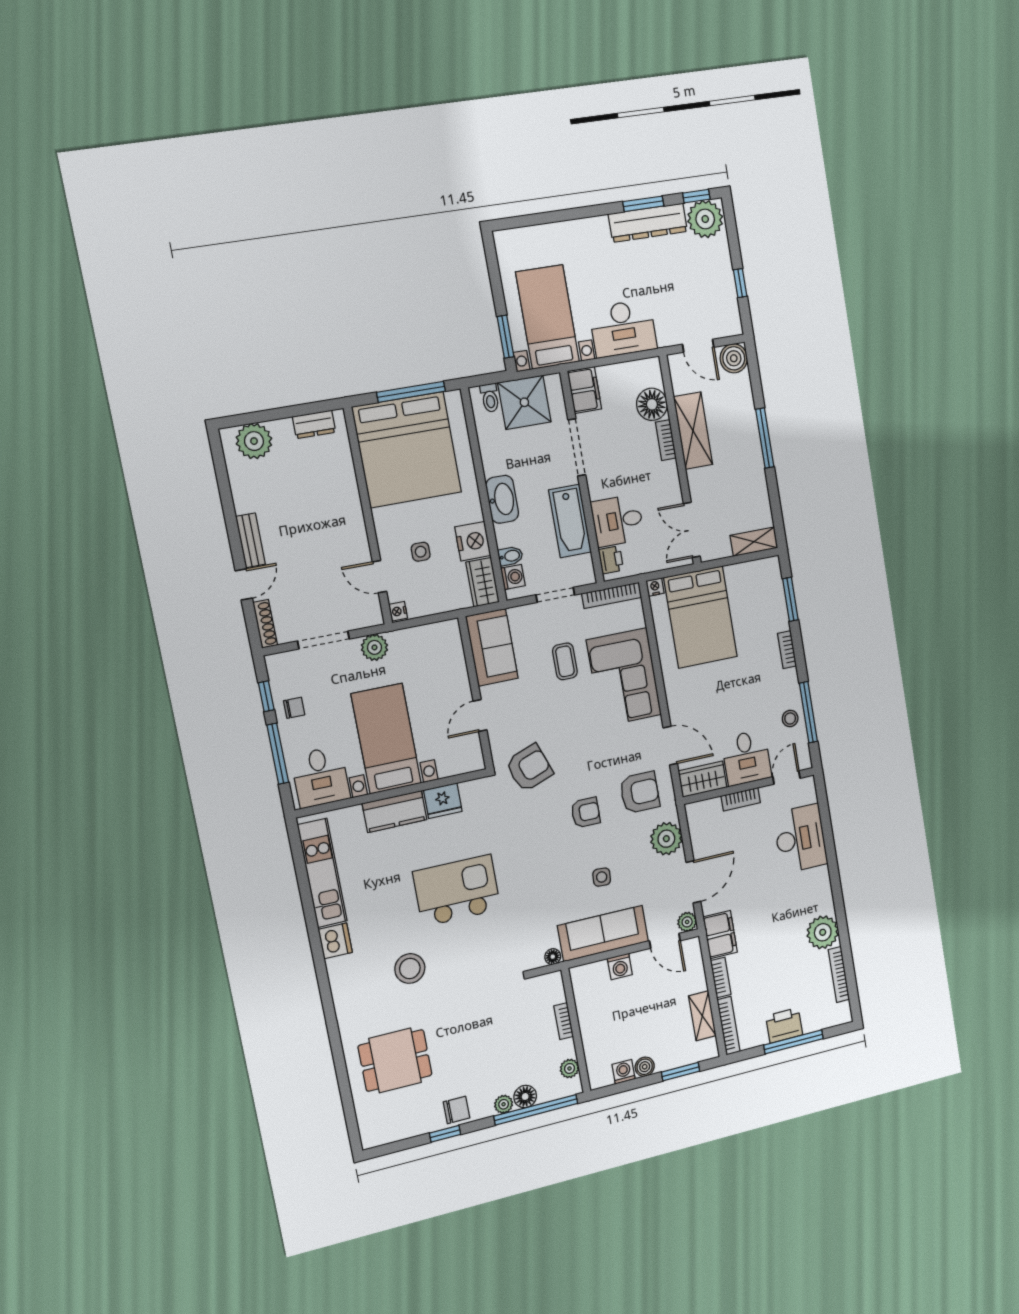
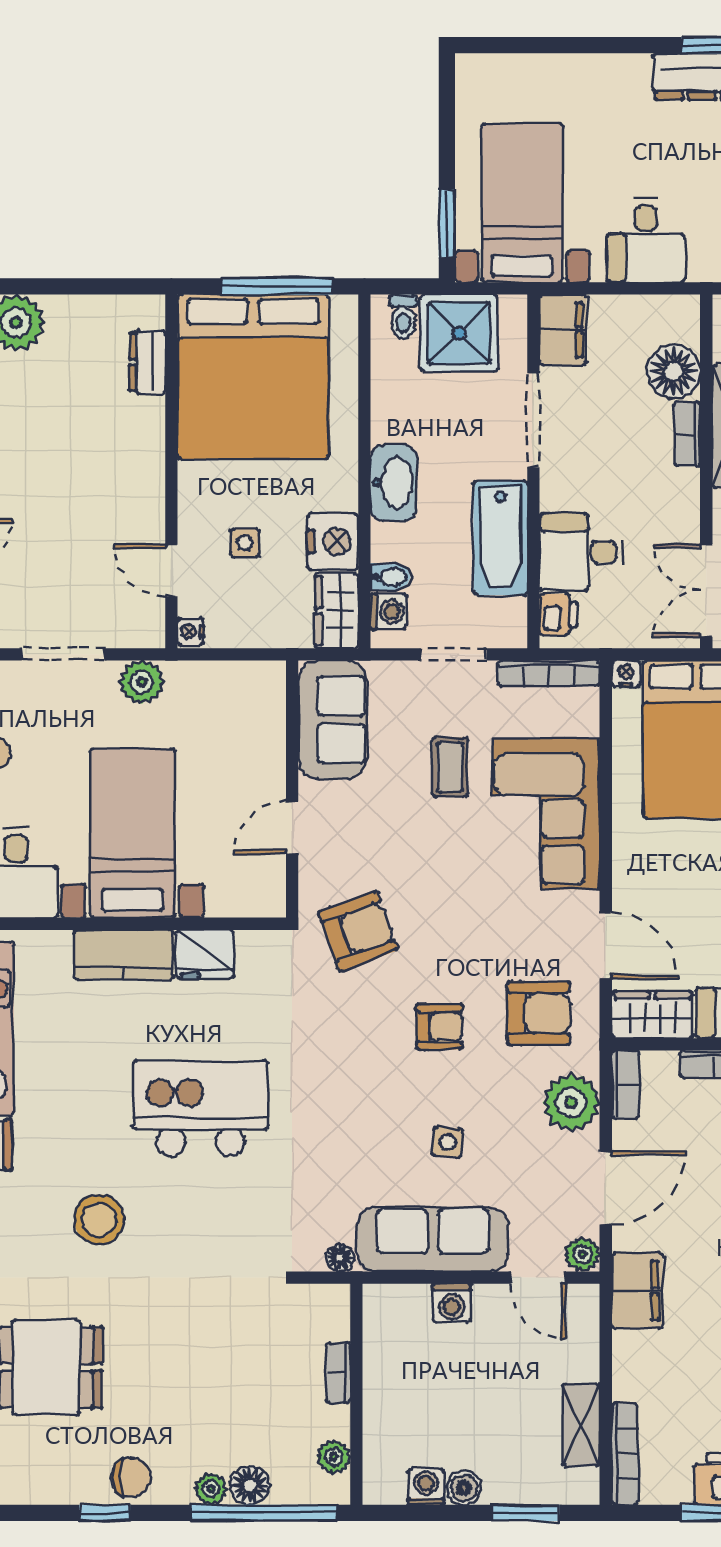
desk: (623, 328) -> (646, 240), width x0.73
dresser: (314, 424) -> (148, 362), moved, turned 90
bookcase: (721, 978) -> (625, 1084), moved

